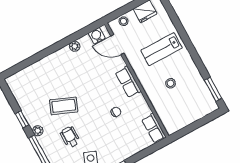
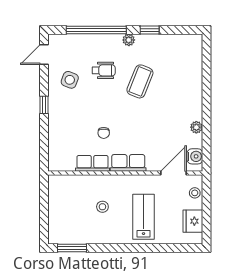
row of seats: (154, 128) -> (92, 163), moved

